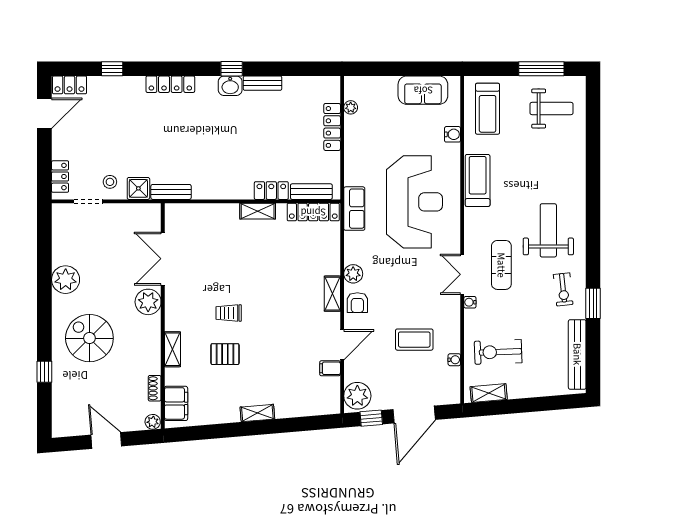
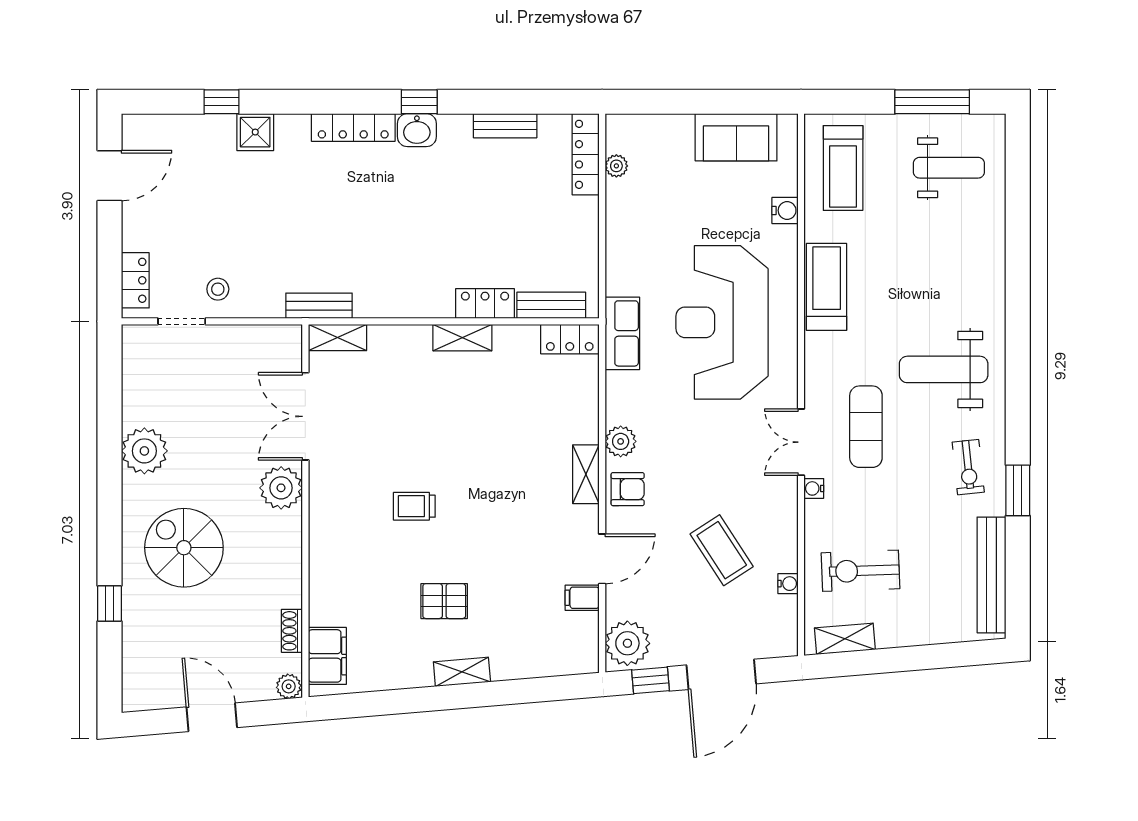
bench: (262, 83) -> (505, 126), moved
locker: (170, 84) -> (353, 127), moved
locker: (70, 85) -> (151, 129), removed
locker: (332, 127) -> (586, 154), moved
shower: (138, 188) -> (255, 132), moved
reception desk: (414, 202) -> (722, 322), turned 180
locker: (313, 212) -> (570, 339), width x0.66
weight bench: (548, 230) -> (944, 369), turned -90
armchair: (357, 303) -> (628, 489), turned -90
coffee table: (414, 340) -> (722, 550), turned 57
shelving: (172, 349) -> (337, 337), moved, turned 90
pallet: (225, 354) -> (444, 601), moved

